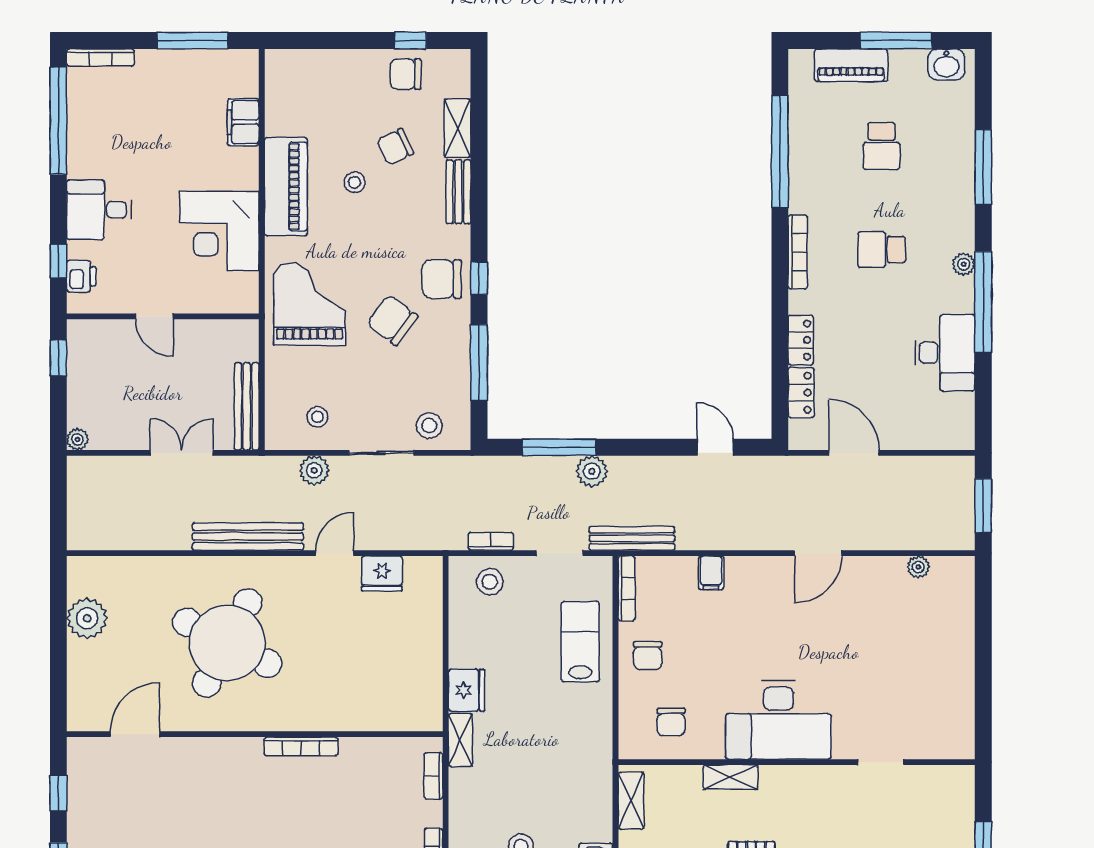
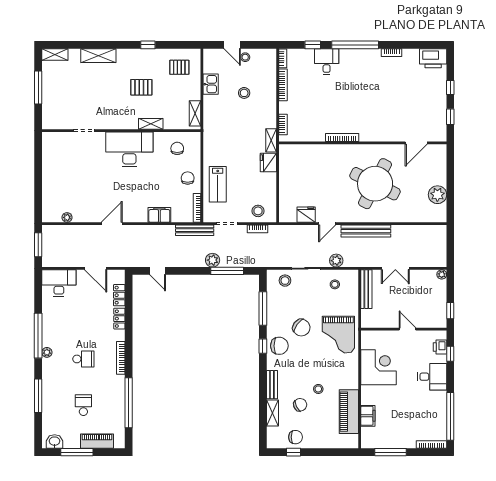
piano: (286, 187) -> (349, 412), moved
desk: (945, 353) -> (59, 283), moved, turned 90
filing cabinet: (711, 573) -> (159, 215), width x2.00

